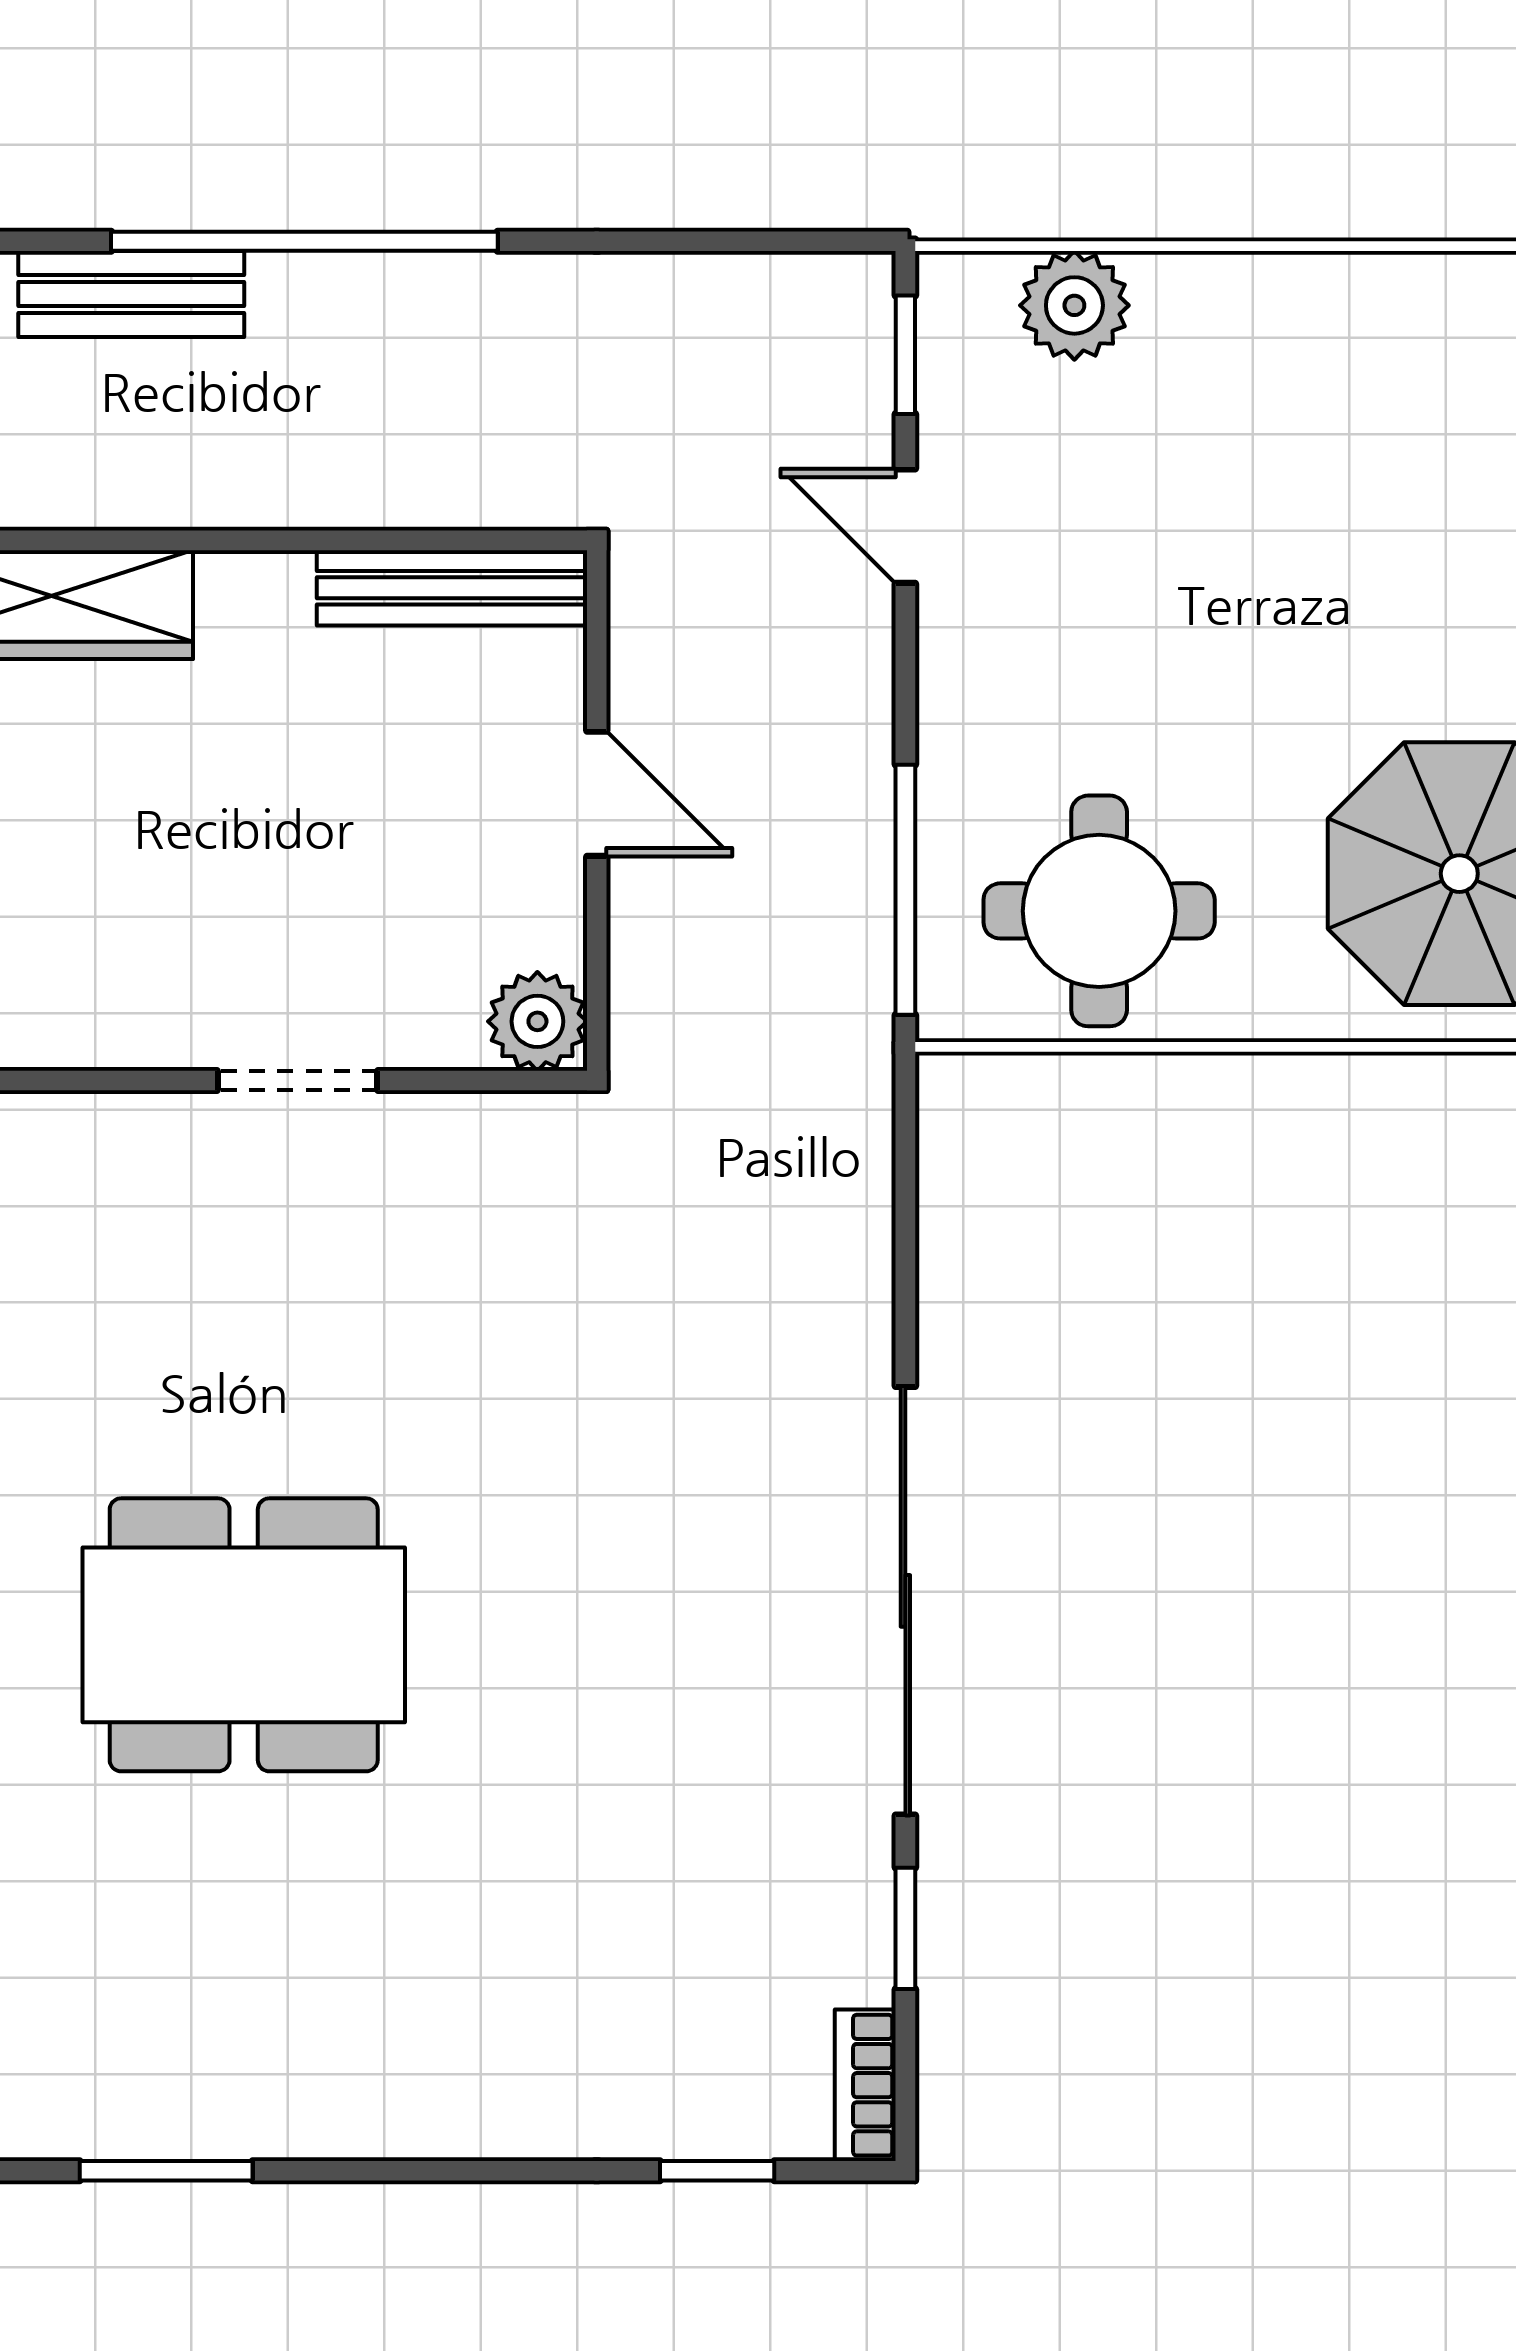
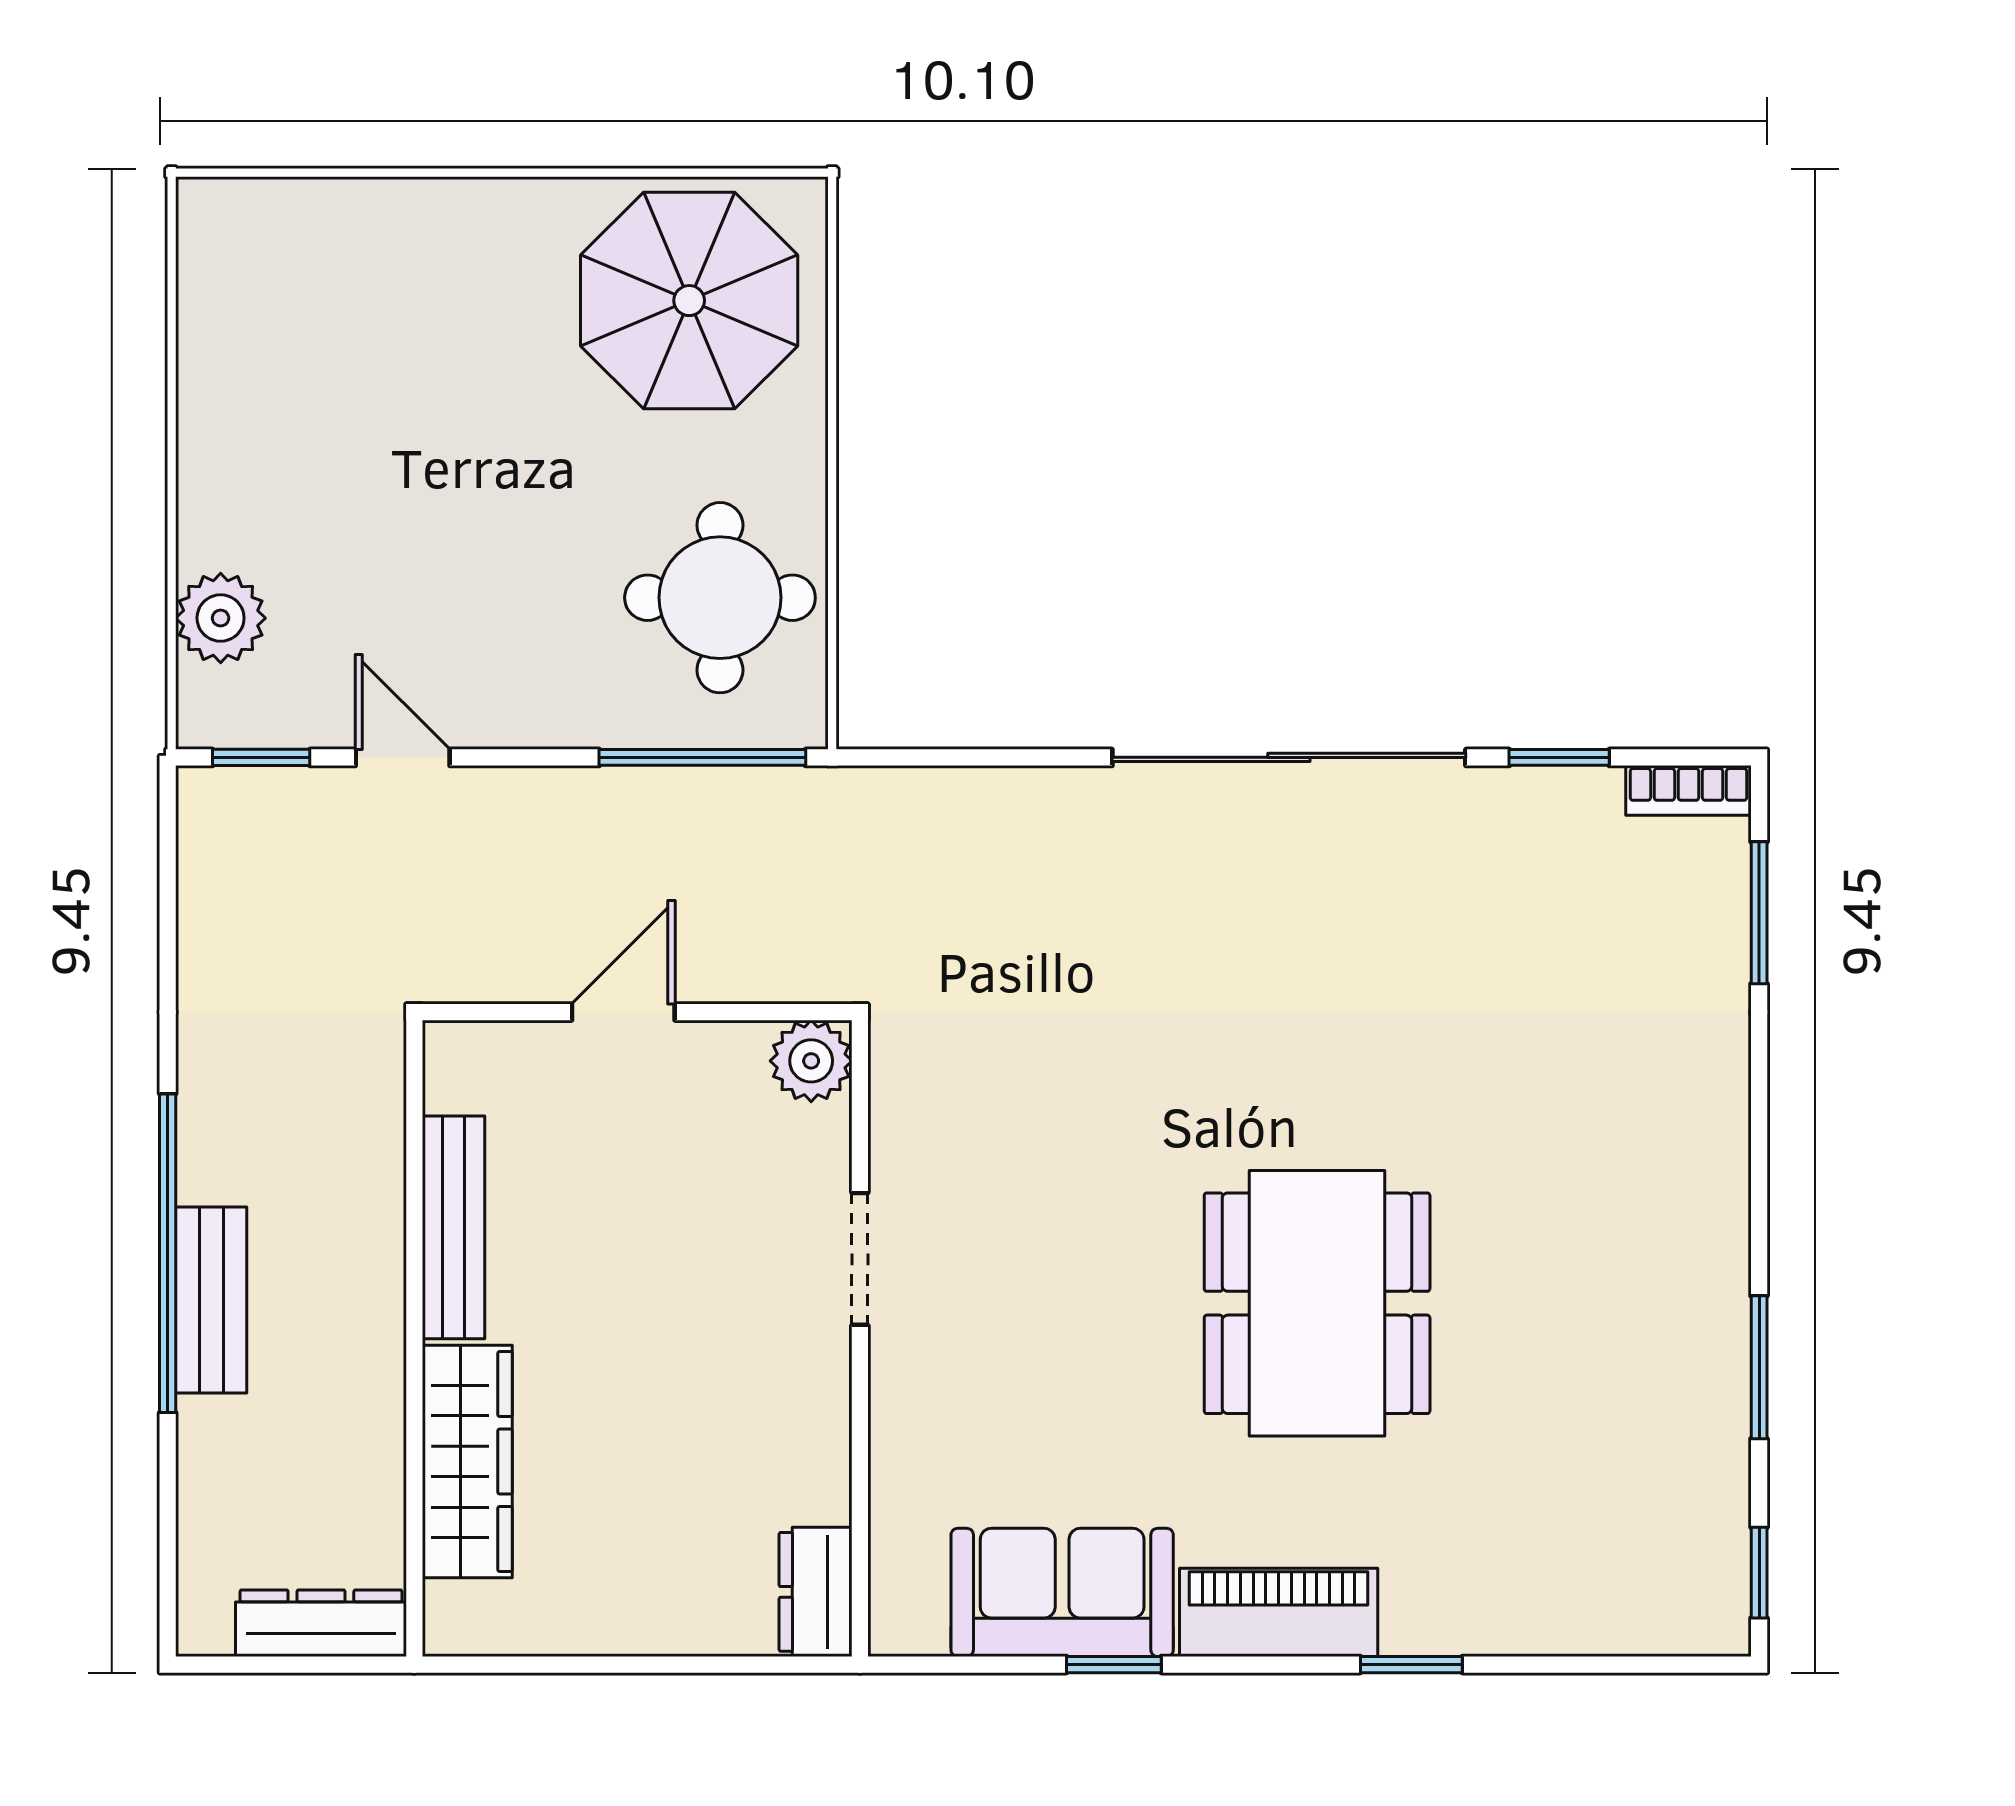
bench: (131, 294) -> (211, 1300), moved
door: (905, 526) -> (403, 757), swing flipped
bench: (452, 588) -> (453, 1227), moved
window: (717, 2171) -> (1759, 913), width x1.50

